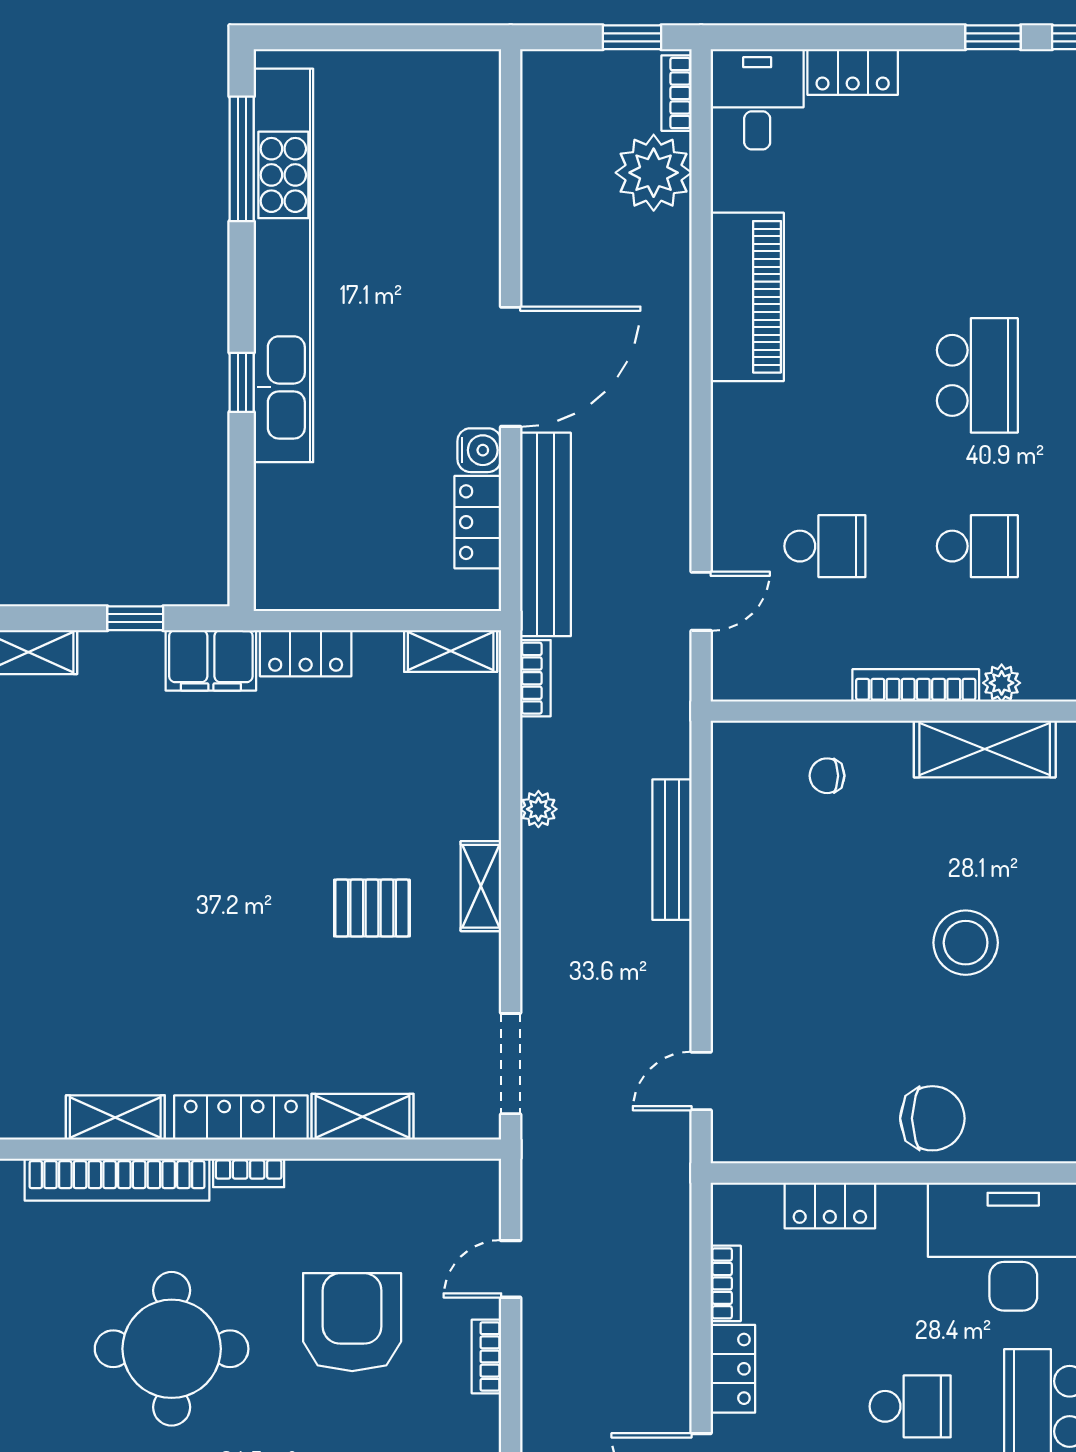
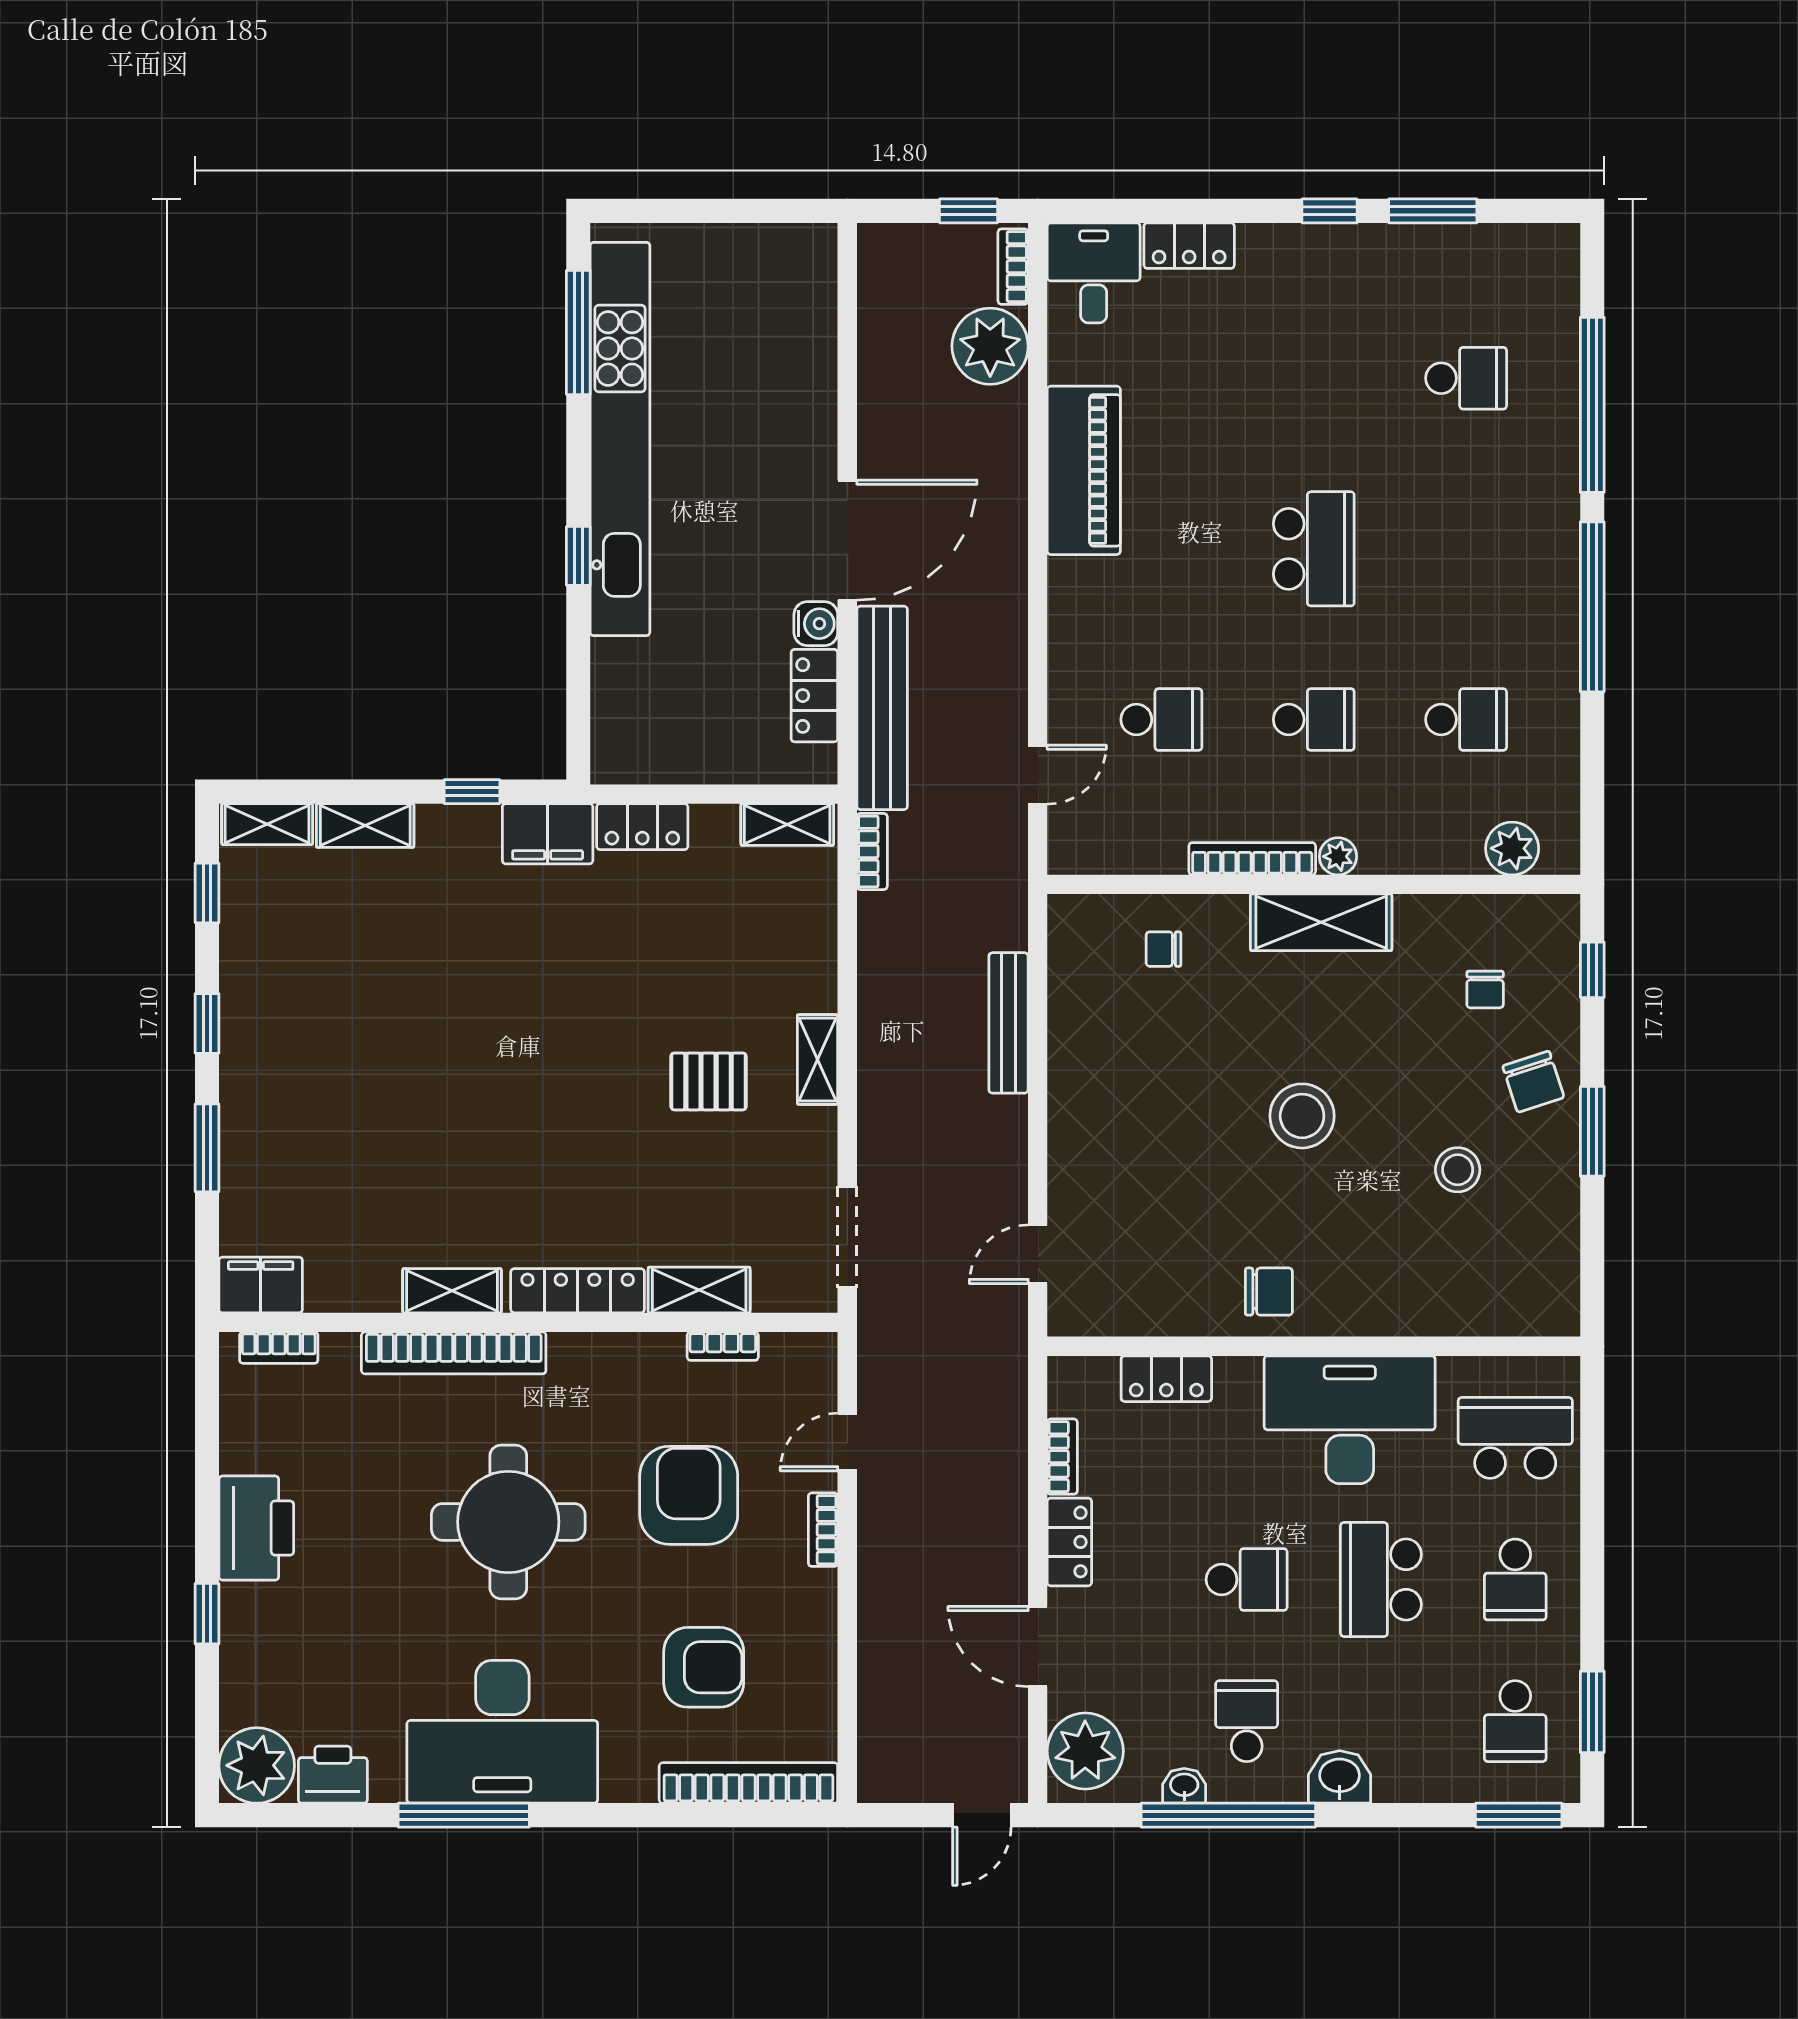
plant: (538, 809) -> (875, 982), removed
chair: (932, 1118) -> (1269, 1292), width x0.73, depth x0.73
bookcase: (249, 1173) -> (723, 1346), moved

